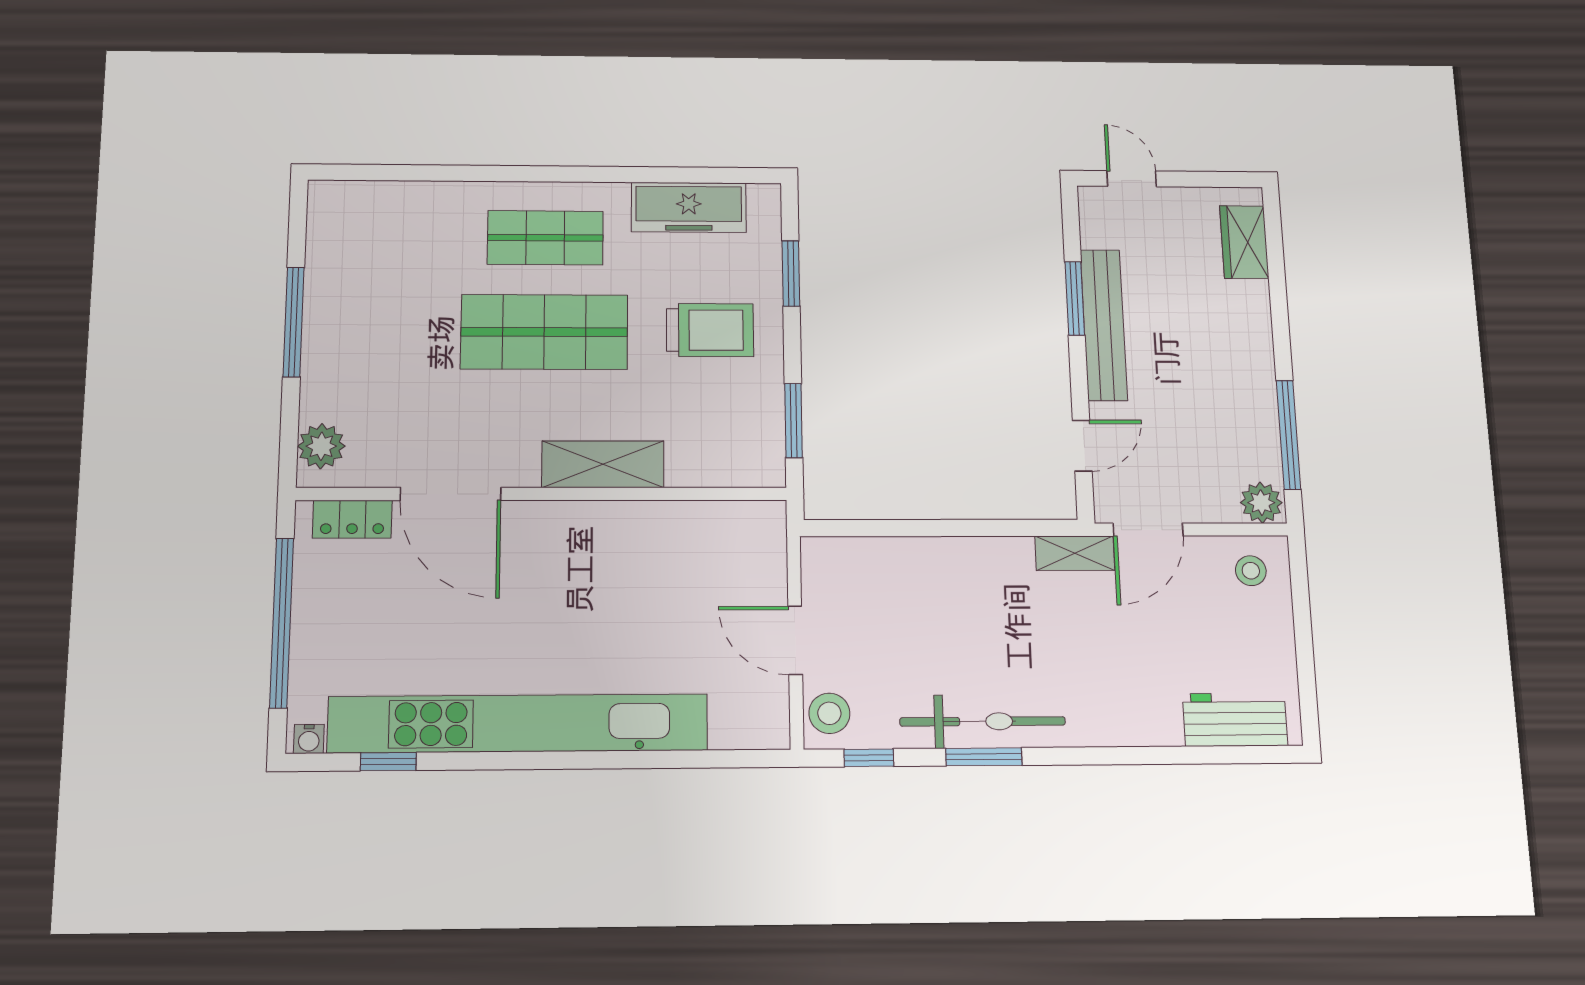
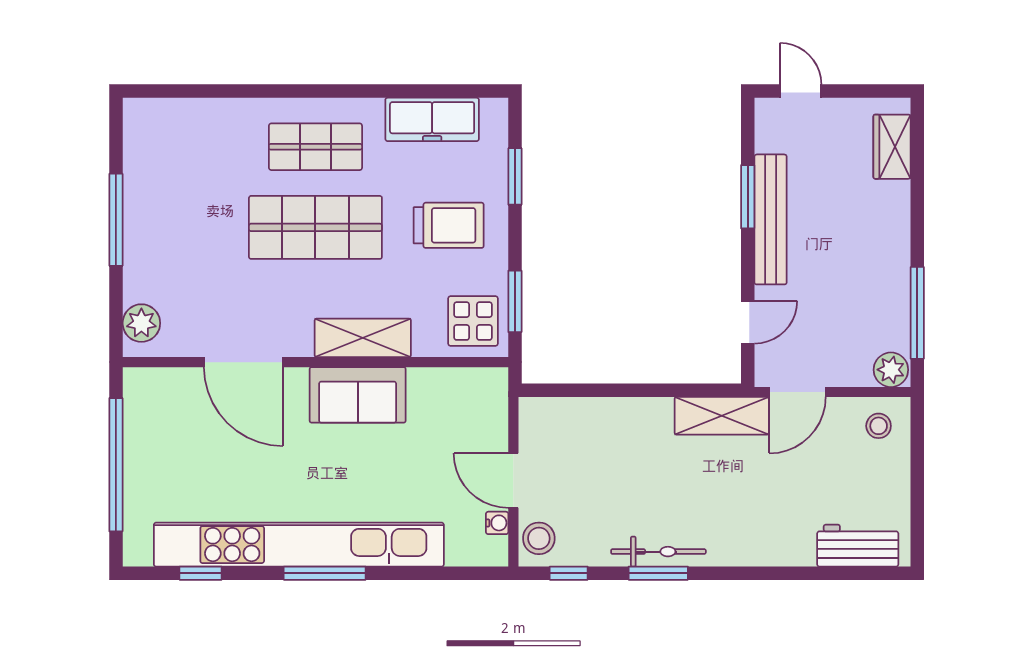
display table: (741, 444) -> (473, 321), added
locker: (352, 519) -> (167, 382), removed
sofa: (596, 534) -> (358, 395), added
shelving: (1075, 553) -> (722, 416), width x1.50, depth x1.33
bicycle: (983, 721) -> (658, 552), width x0.73, depth x0.71
water cooler: (309, 739) -> (497, 523), moved, turned -90
window: (552, 760) -> (325, 573), added

